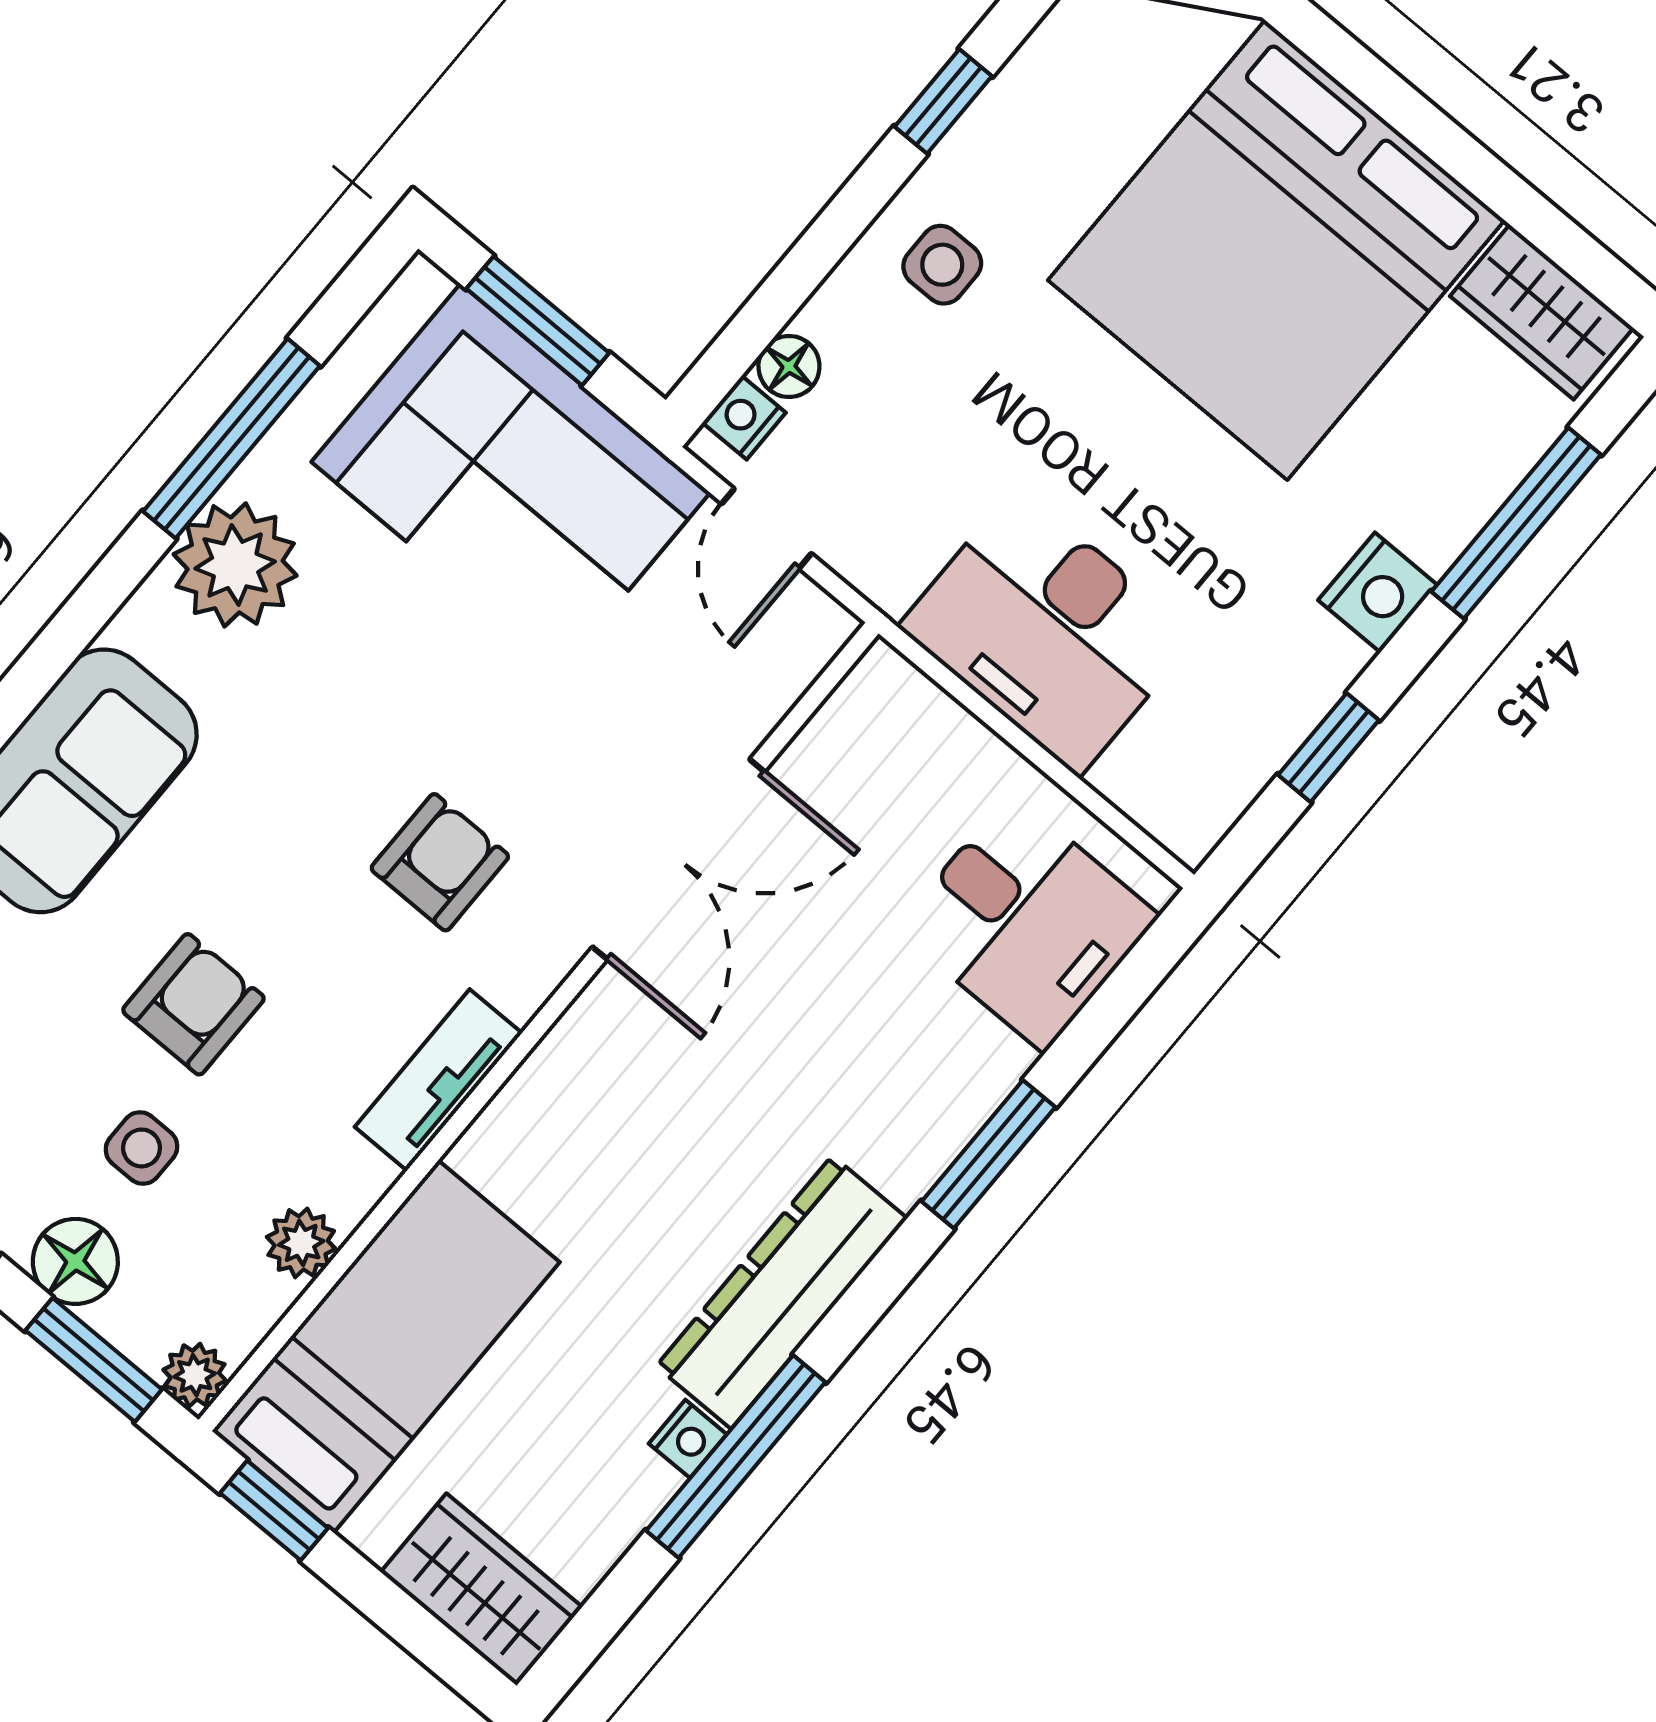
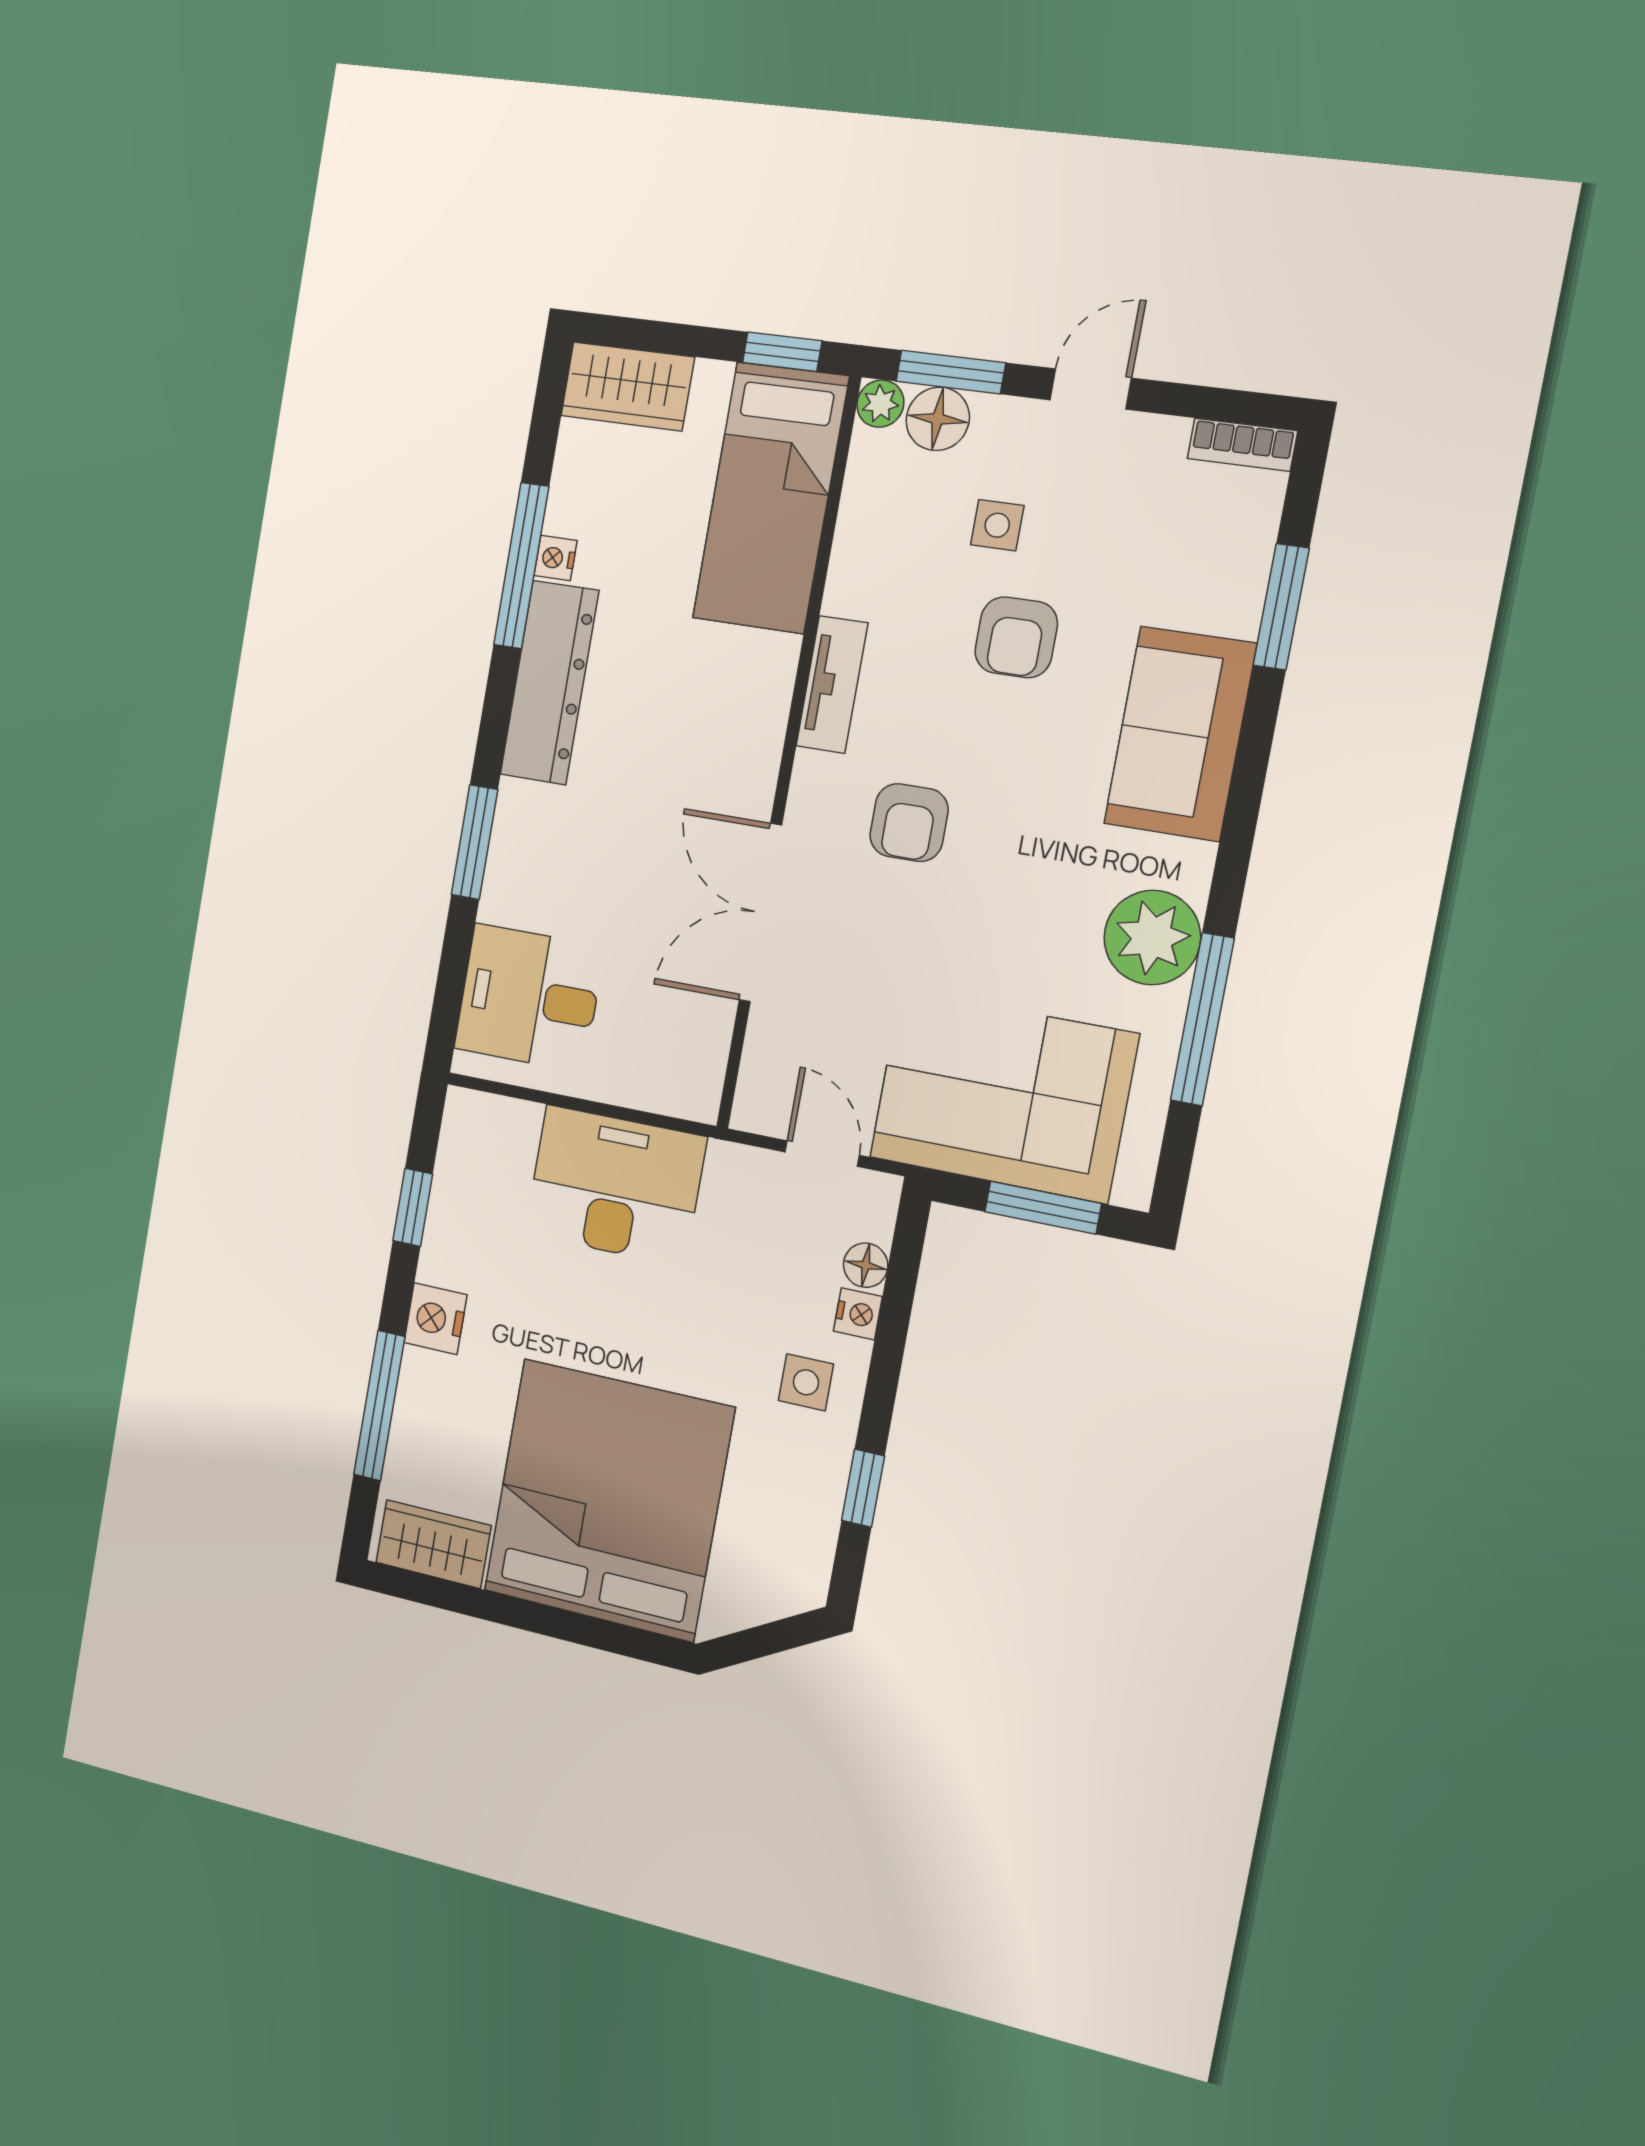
nightstand: (744, 418) -> (858, 1314), moved
plant: (301, 1243) -> (860, 529), removed
floor lamp: (75, 1261) -> (938, 419), moved

